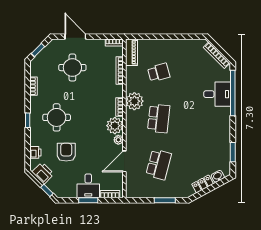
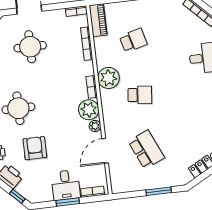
school desk: (159, 118) -> (140, 95), width x0.54
school desk: (159, 164) -> (146, 150), turned -39

